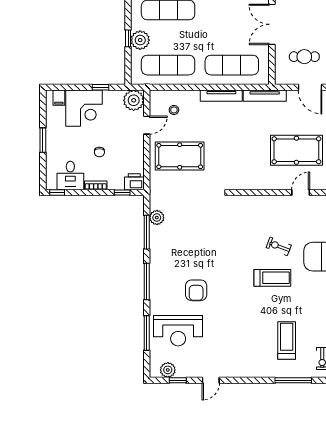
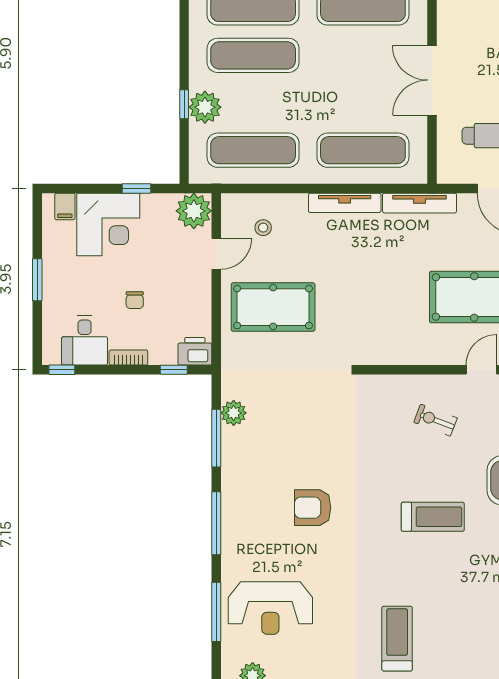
exercise bike: (279, 246) -> (435, 420), moved
armchair: (196, 290) -> (313, 508), moved, turned 90
treadmill: (287, 340) -> (397, 639), moved

